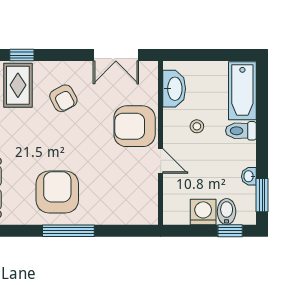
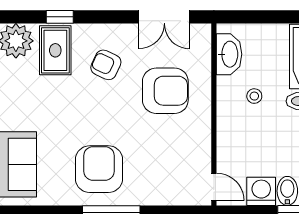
armchair: (63, 98) -> (106, 65), turned 143
armchair: (135, 126) -> (165, 91), moved, turned 180
door: (161, 161) -> (214, 187), moved

